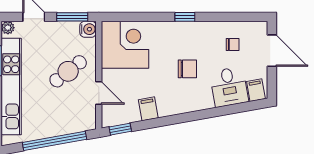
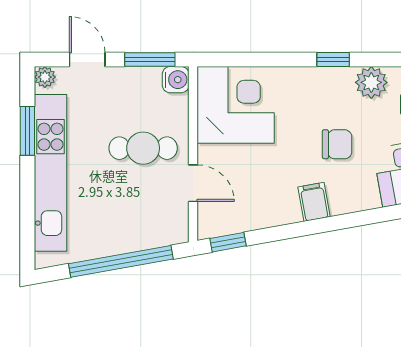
plant: (208, 31) -> (371, 82), added
cafe table: (68, 71) -> (143, 148), turned 38
filing cabinet: (148, 109) -> (314, 202), moved

